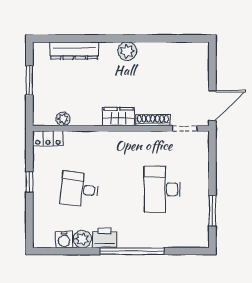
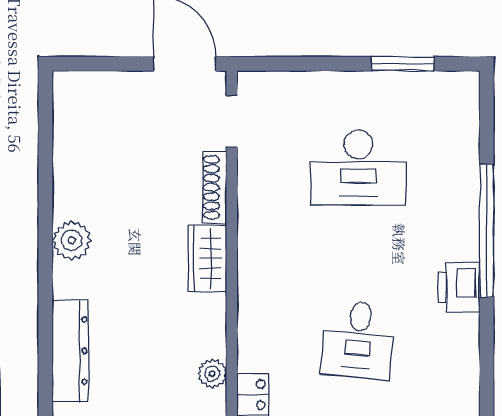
plant: (82, 239) -> (462, 334), removed
water cooler: (64, 240) -> (463, 372), removed

